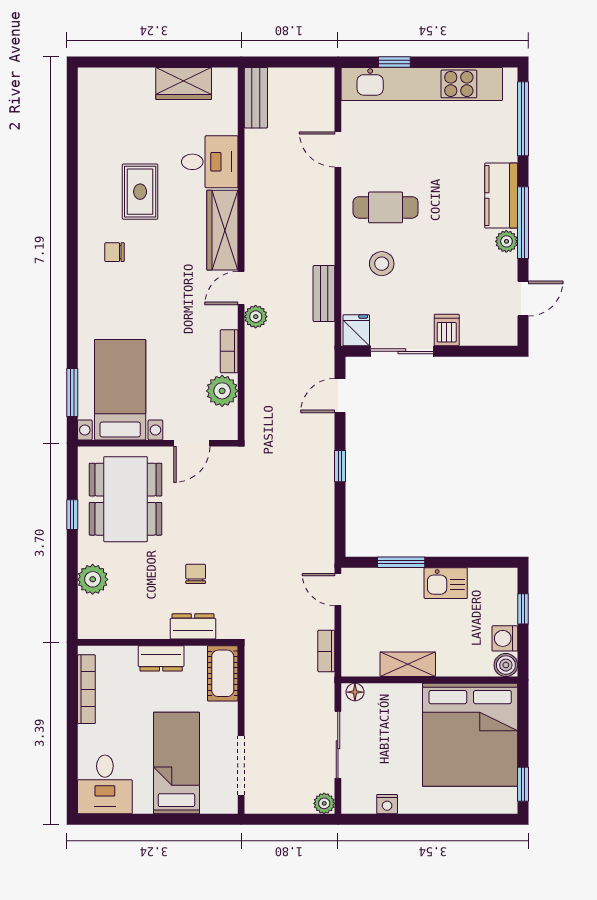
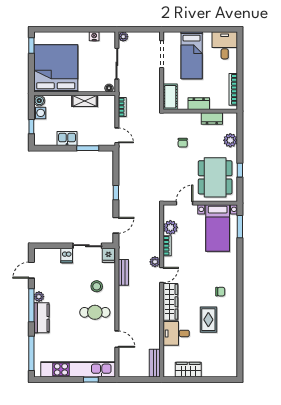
dresser: (193, 626) -> (212, 118), moved

